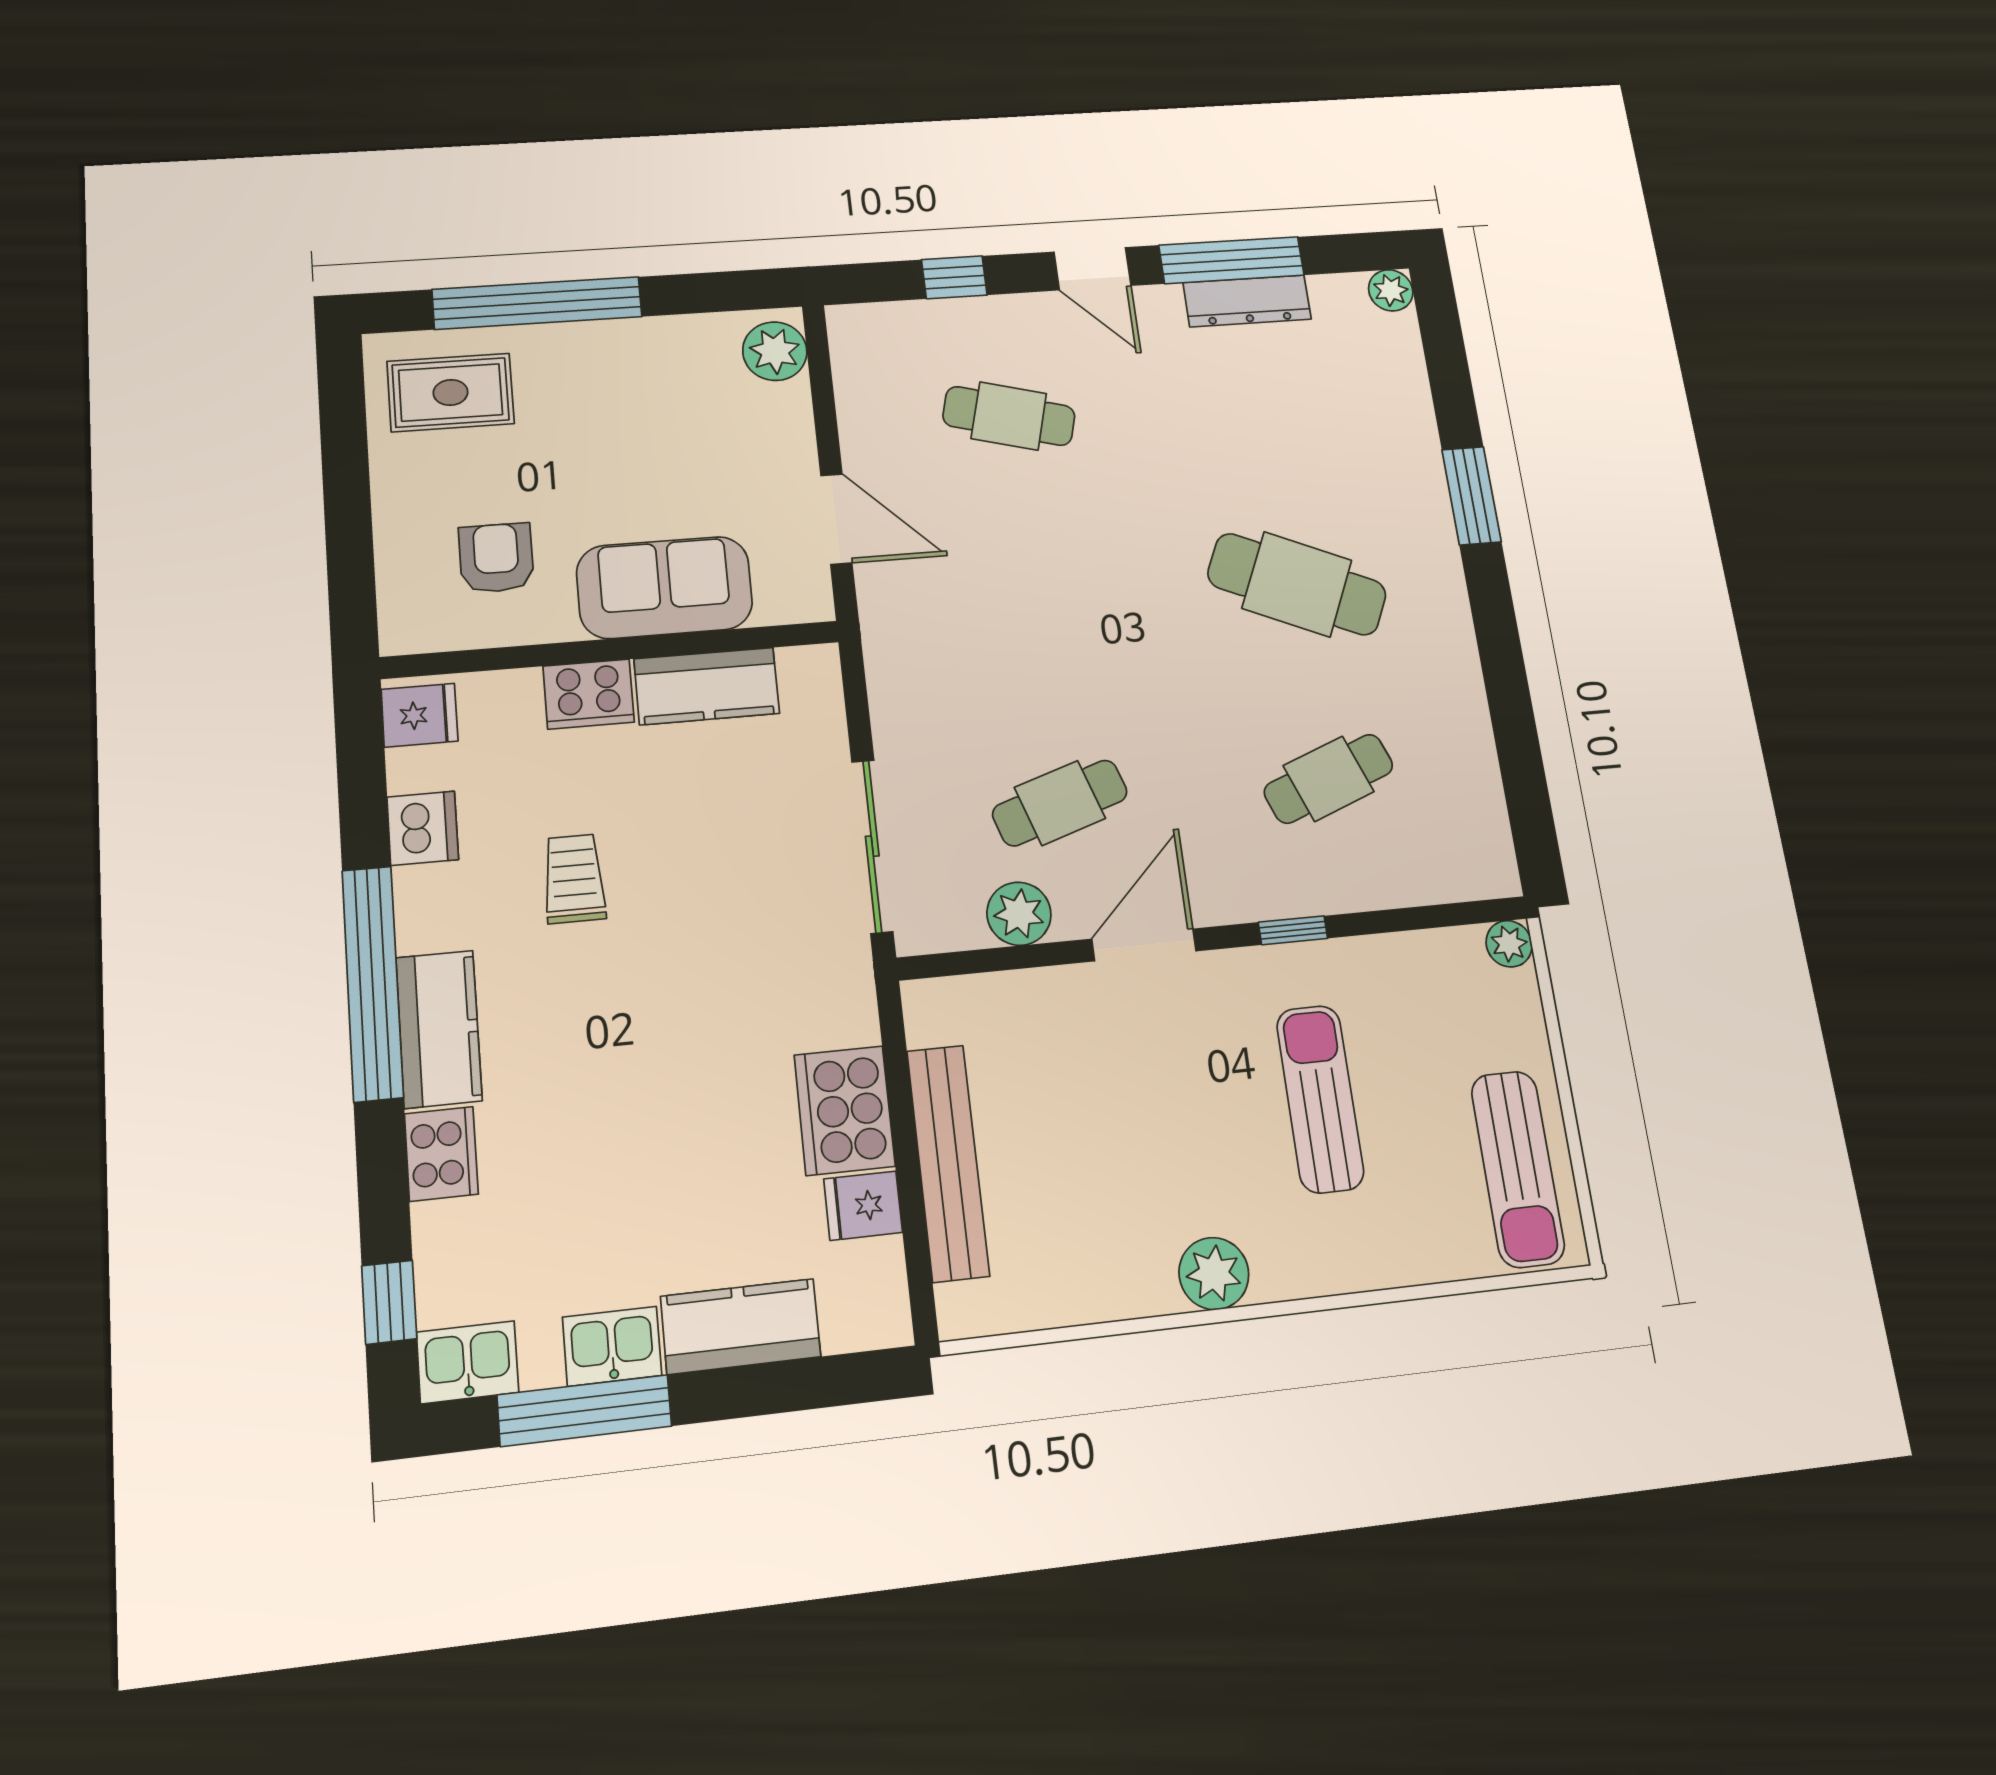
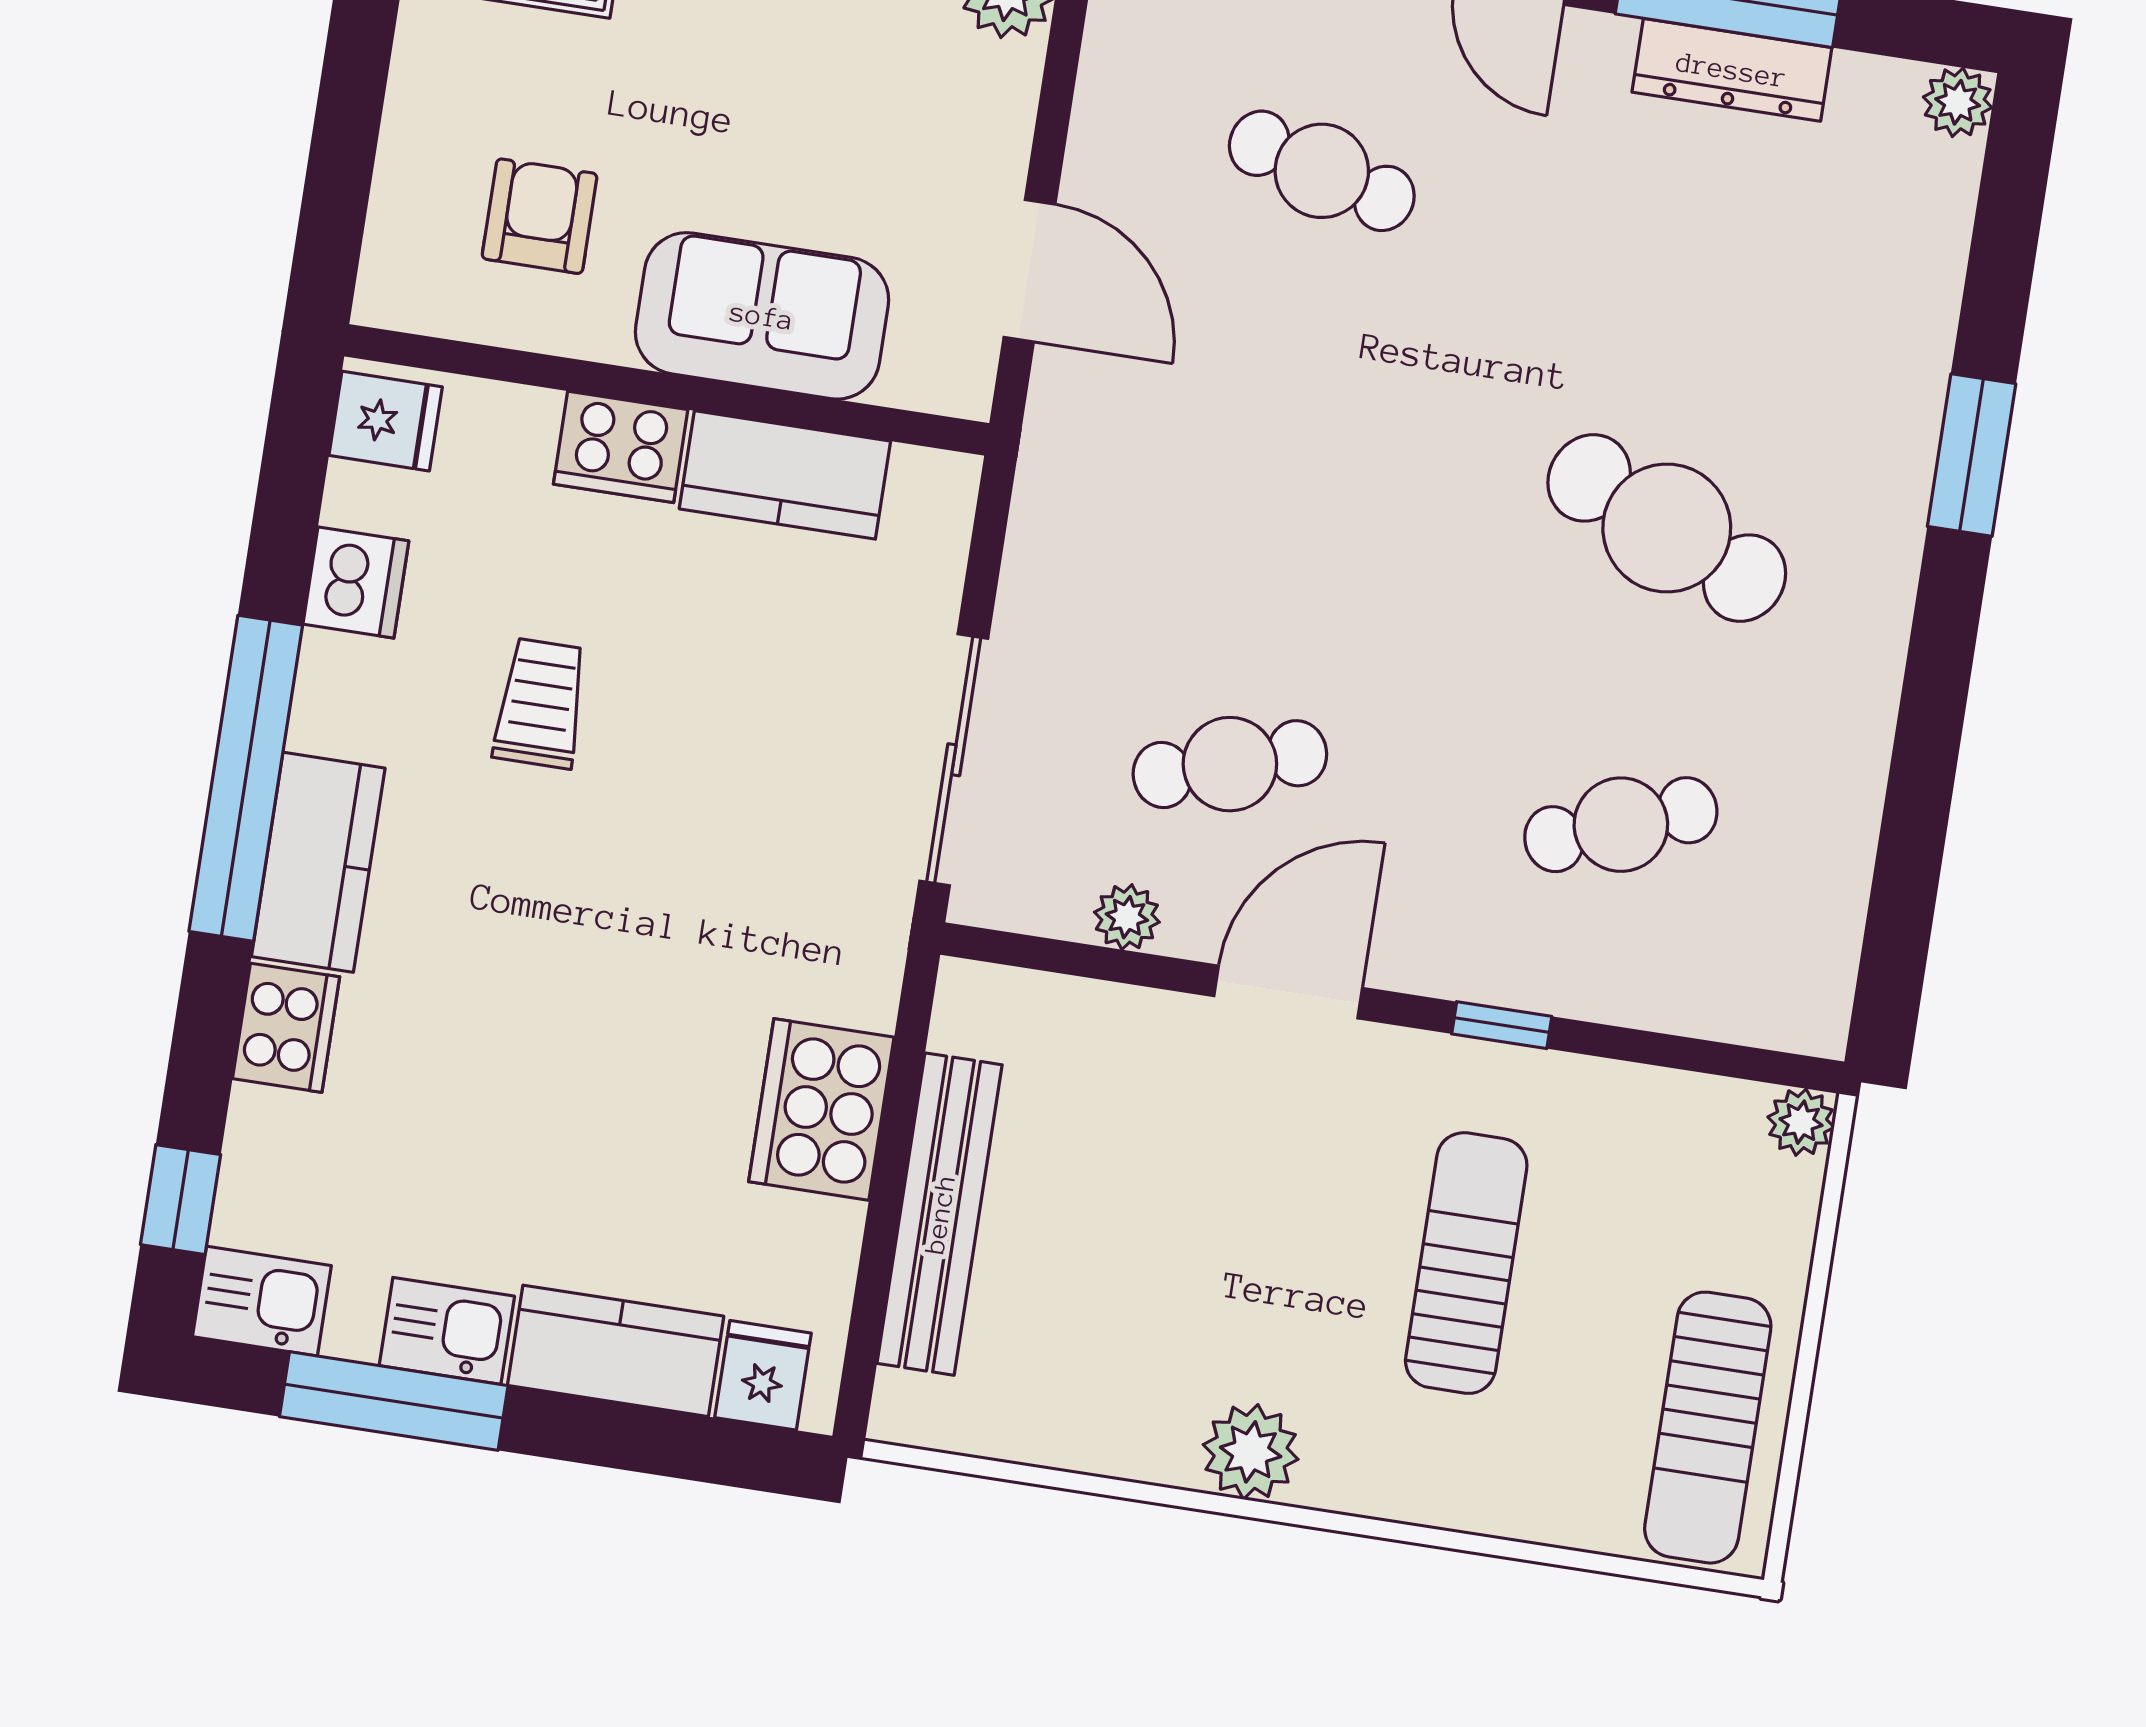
plant: (1019, 914) -> (1127, 917), width x0.73, depth x0.73
fridge: (863, 1206) -> (763, 1375), moved, turned 90

